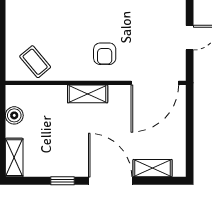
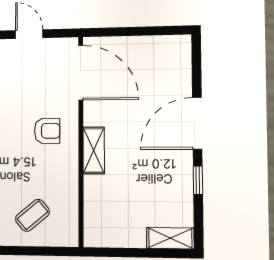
coffee table: (35, 62) -> (32, 215), moved
boiler: (14, 115) -> (119, 237), removed
shelving: (153, 168) -> (181, 74), removed

